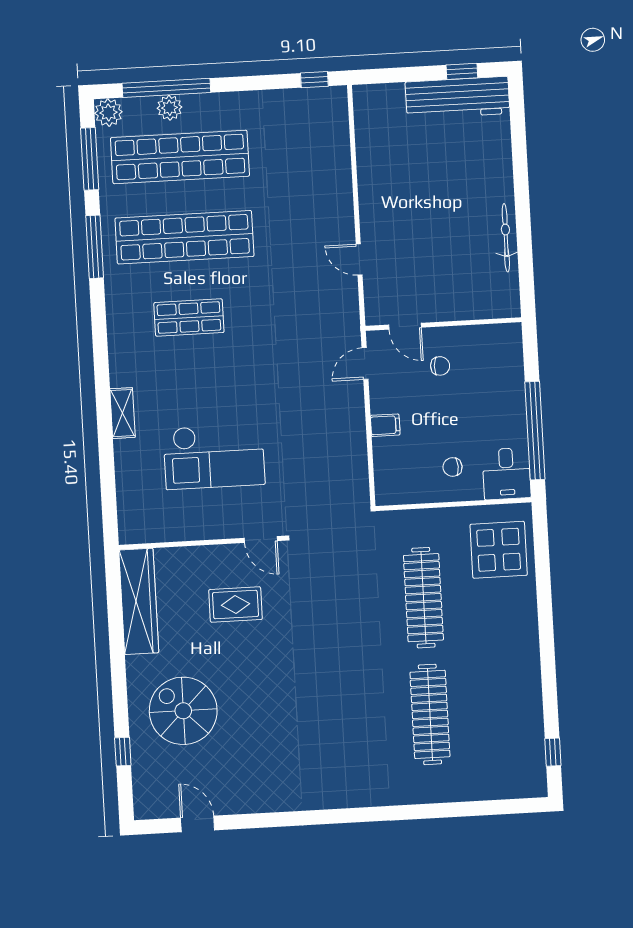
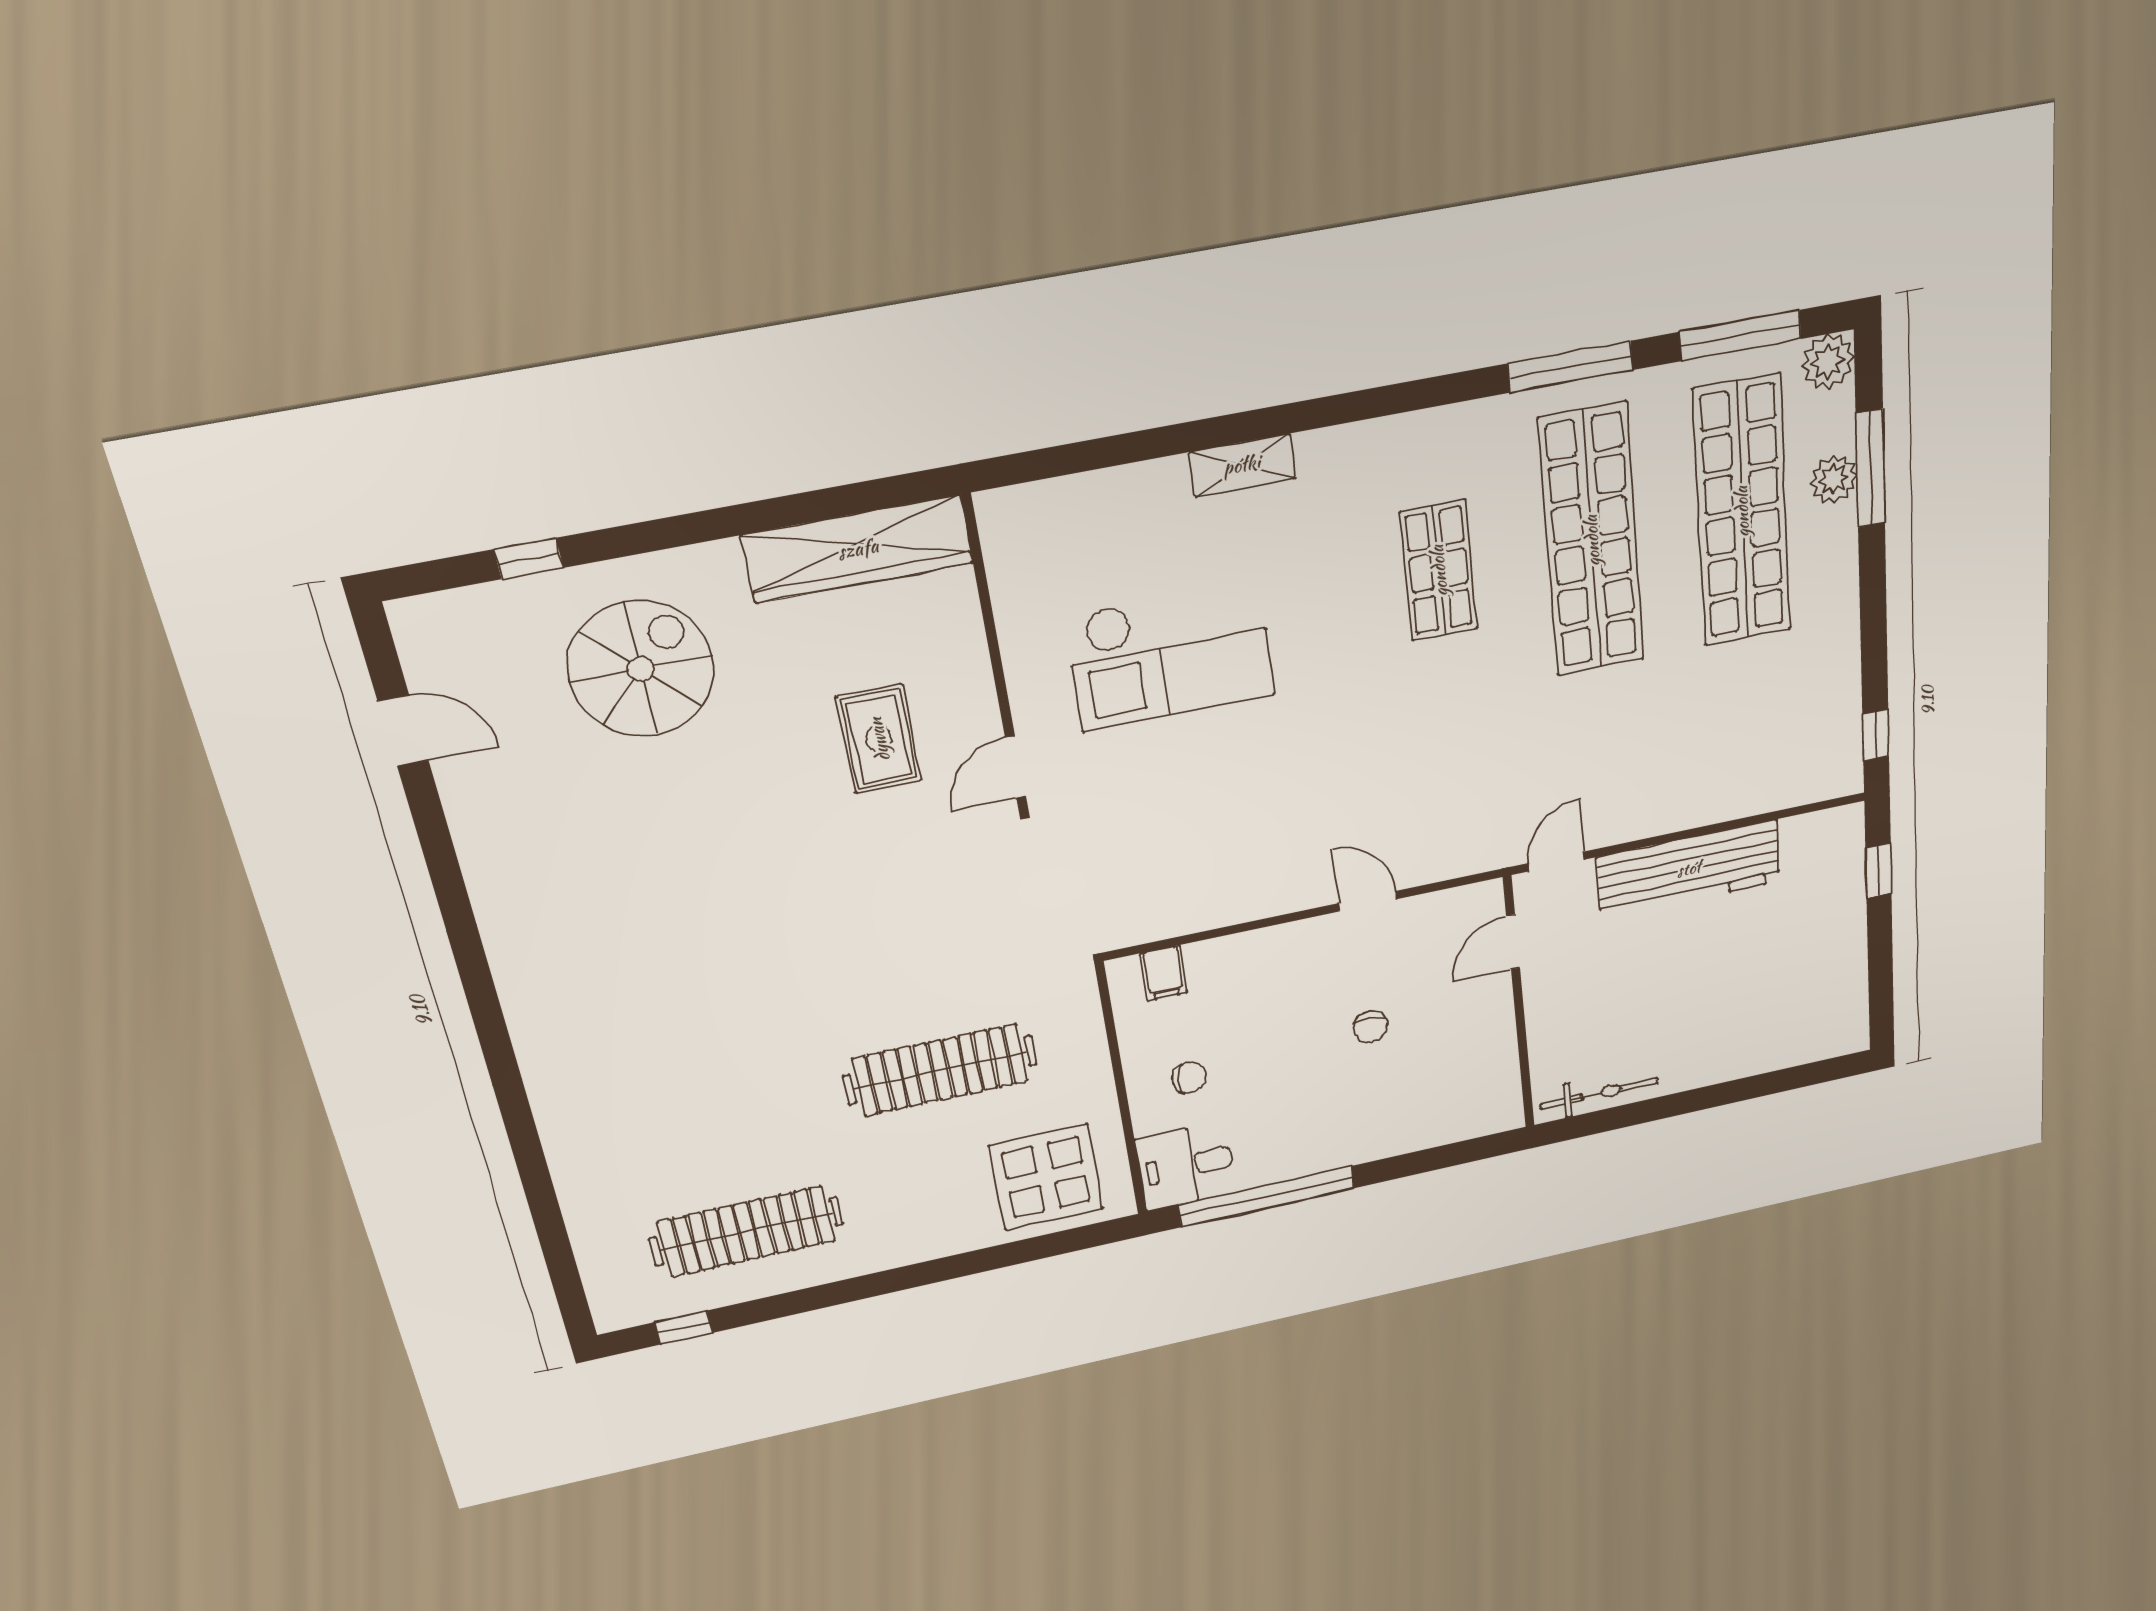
window: (462, 71) -> (1878, 871), moved
window: (166, 88) -> (1870, 468), width x0.68
workbench: (457, 98) -> (1689, 869), moved, turned -90
wall: (443, 324) -> (1519, 1004), moved
door: (405, 326) -> (1513, 942), moved
filing cabinet: (385, 425) -> (1163, 973), moved
checkout: (214, 456) -> (1171, 656), turned -90
chair: (452, 467) -> (1189, 1078), turned 92
clothes rail: (430, 714) -> (747, 1231), moved
door: (198, 824) -> (403, 731), hinge flipped

